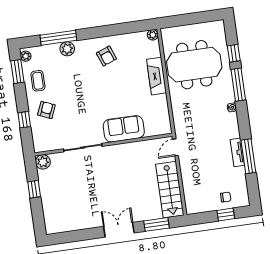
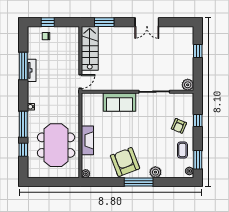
window: (58, 38) -> (139, 182), moved
armchair: (106, 56) -> (125, 162), width x1.88, depth x1.88
meeting table: (194, 65) -> (56, 145), turned 90
window: (34, 189) -> (198, 51), moved
double door: (119, 230) -> (147, 22), moved

